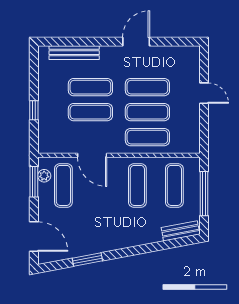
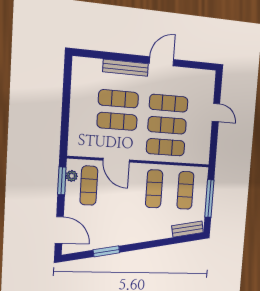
bench: (74, 53) -> (126, 68), moved
window: (34, 110) -> (65, 116), removed

